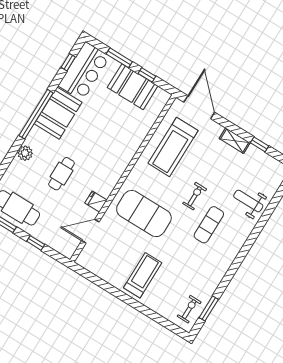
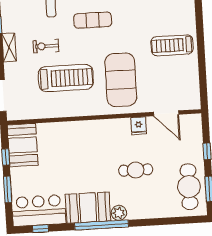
booth: (133, 87) -> (23, 145), moved
treadmill: (173, 147) -> (66, 78), moved
plant: (25, 153) -> (119, 213), moved
exercise bike: (195, 196) -> (46, 46), moved

